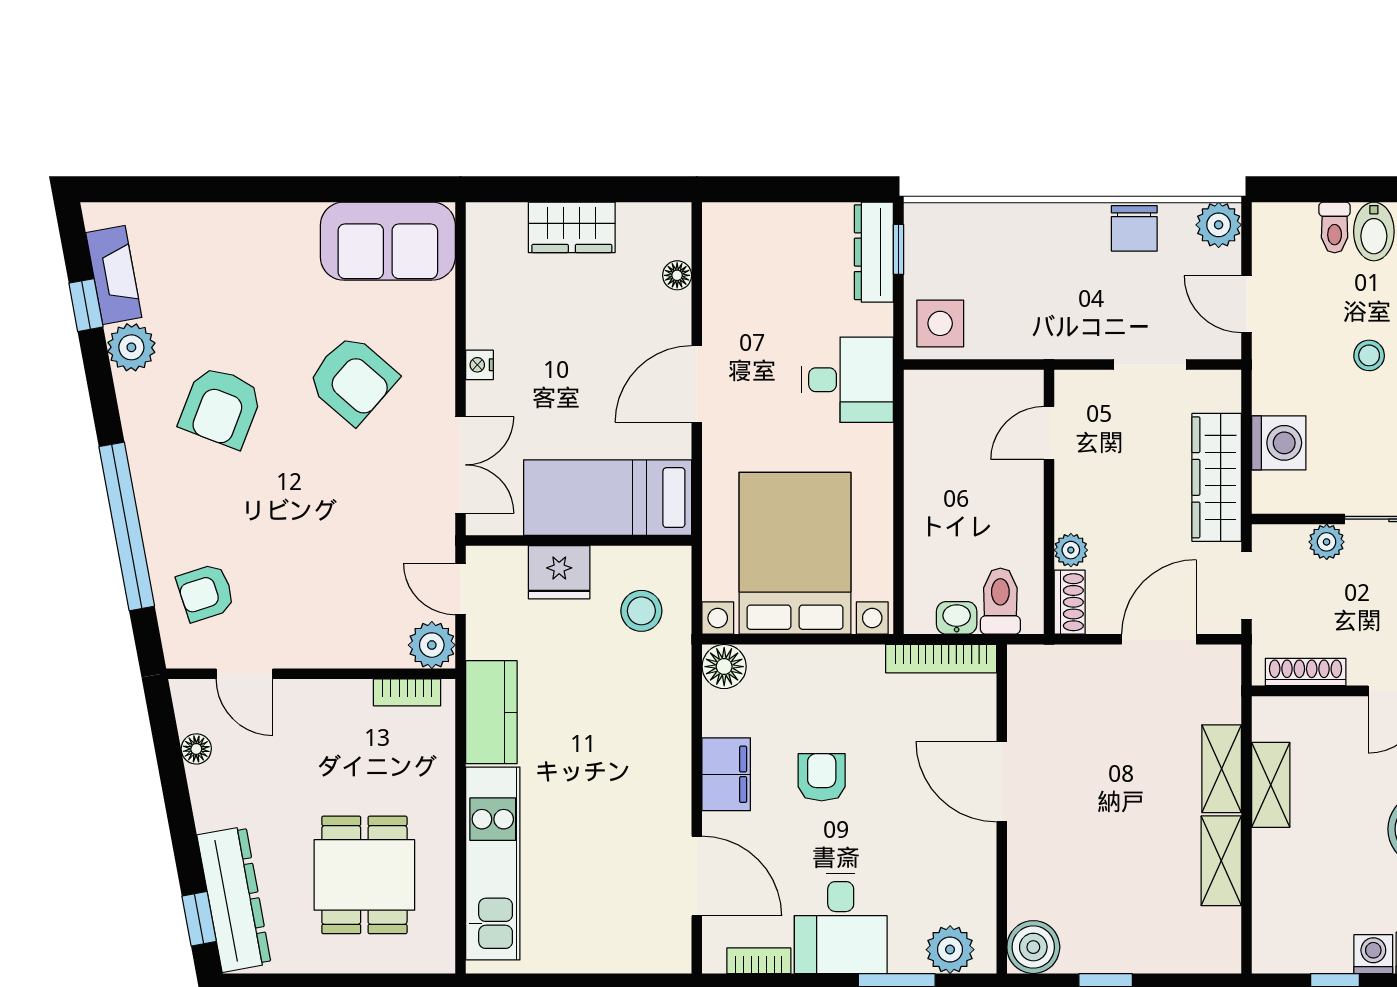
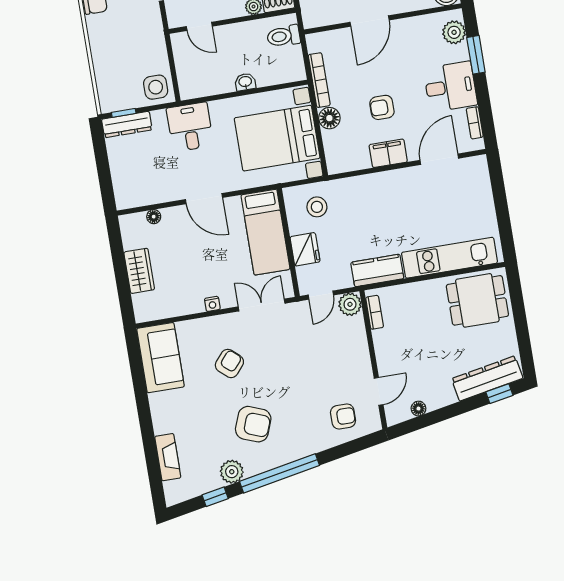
fireplace: (114, 275) -> (168, 457), moved, turned 100
armchair: (352, 379) -> (229, 363), width x0.72, depth x0.72
window: (127, 526) -> (279, 473), moved
armchair: (206, 593) -> (343, 417), turned -72
washbasin: (957, 618) -> (245, 82), moved, turned 90
bookcase: (941, 659) -> (319, 80), moved
floor lamp: (724, 667) -> (329, 118), moved
dining table: (364, 875) -> (477, 300), moved

